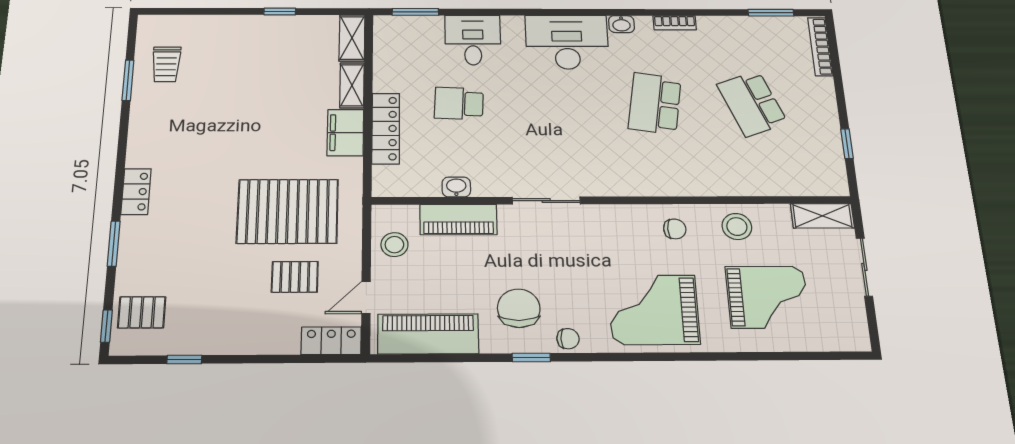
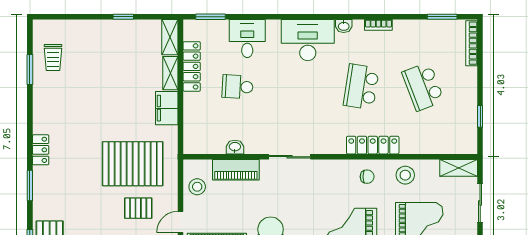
locker: (386, 128) -> (192, 66), moved
locker: (680, 184) -> (373, 145), added

